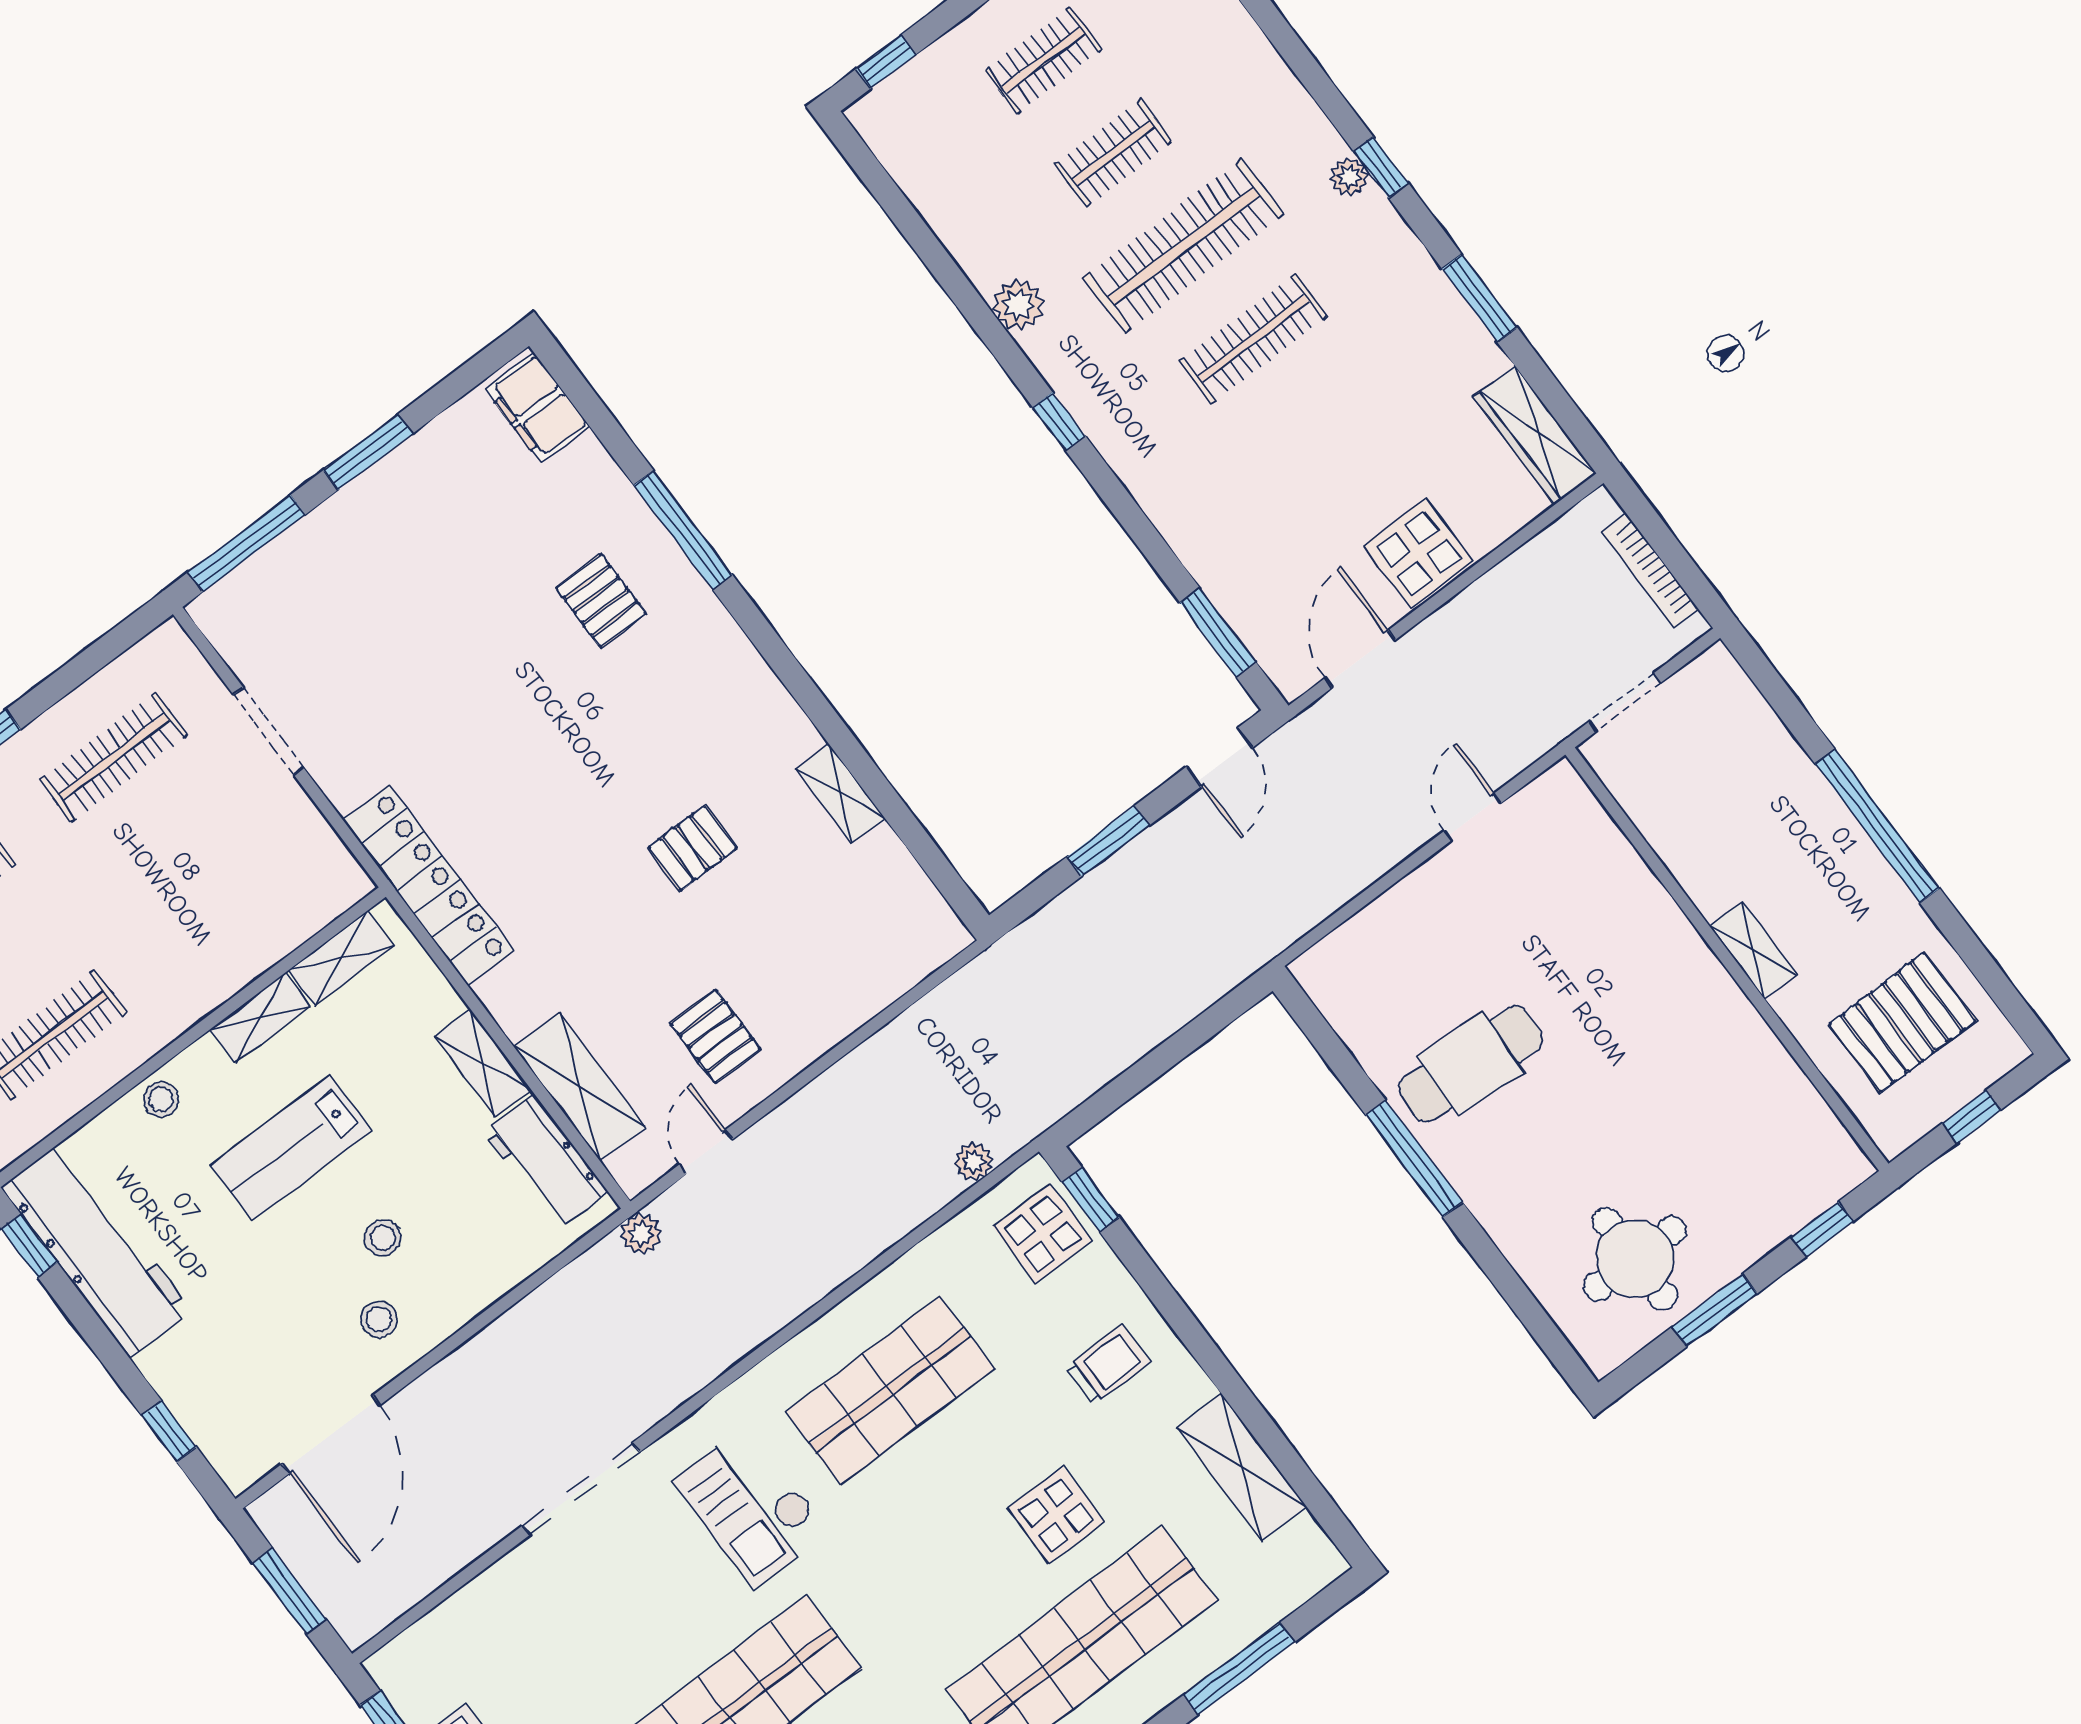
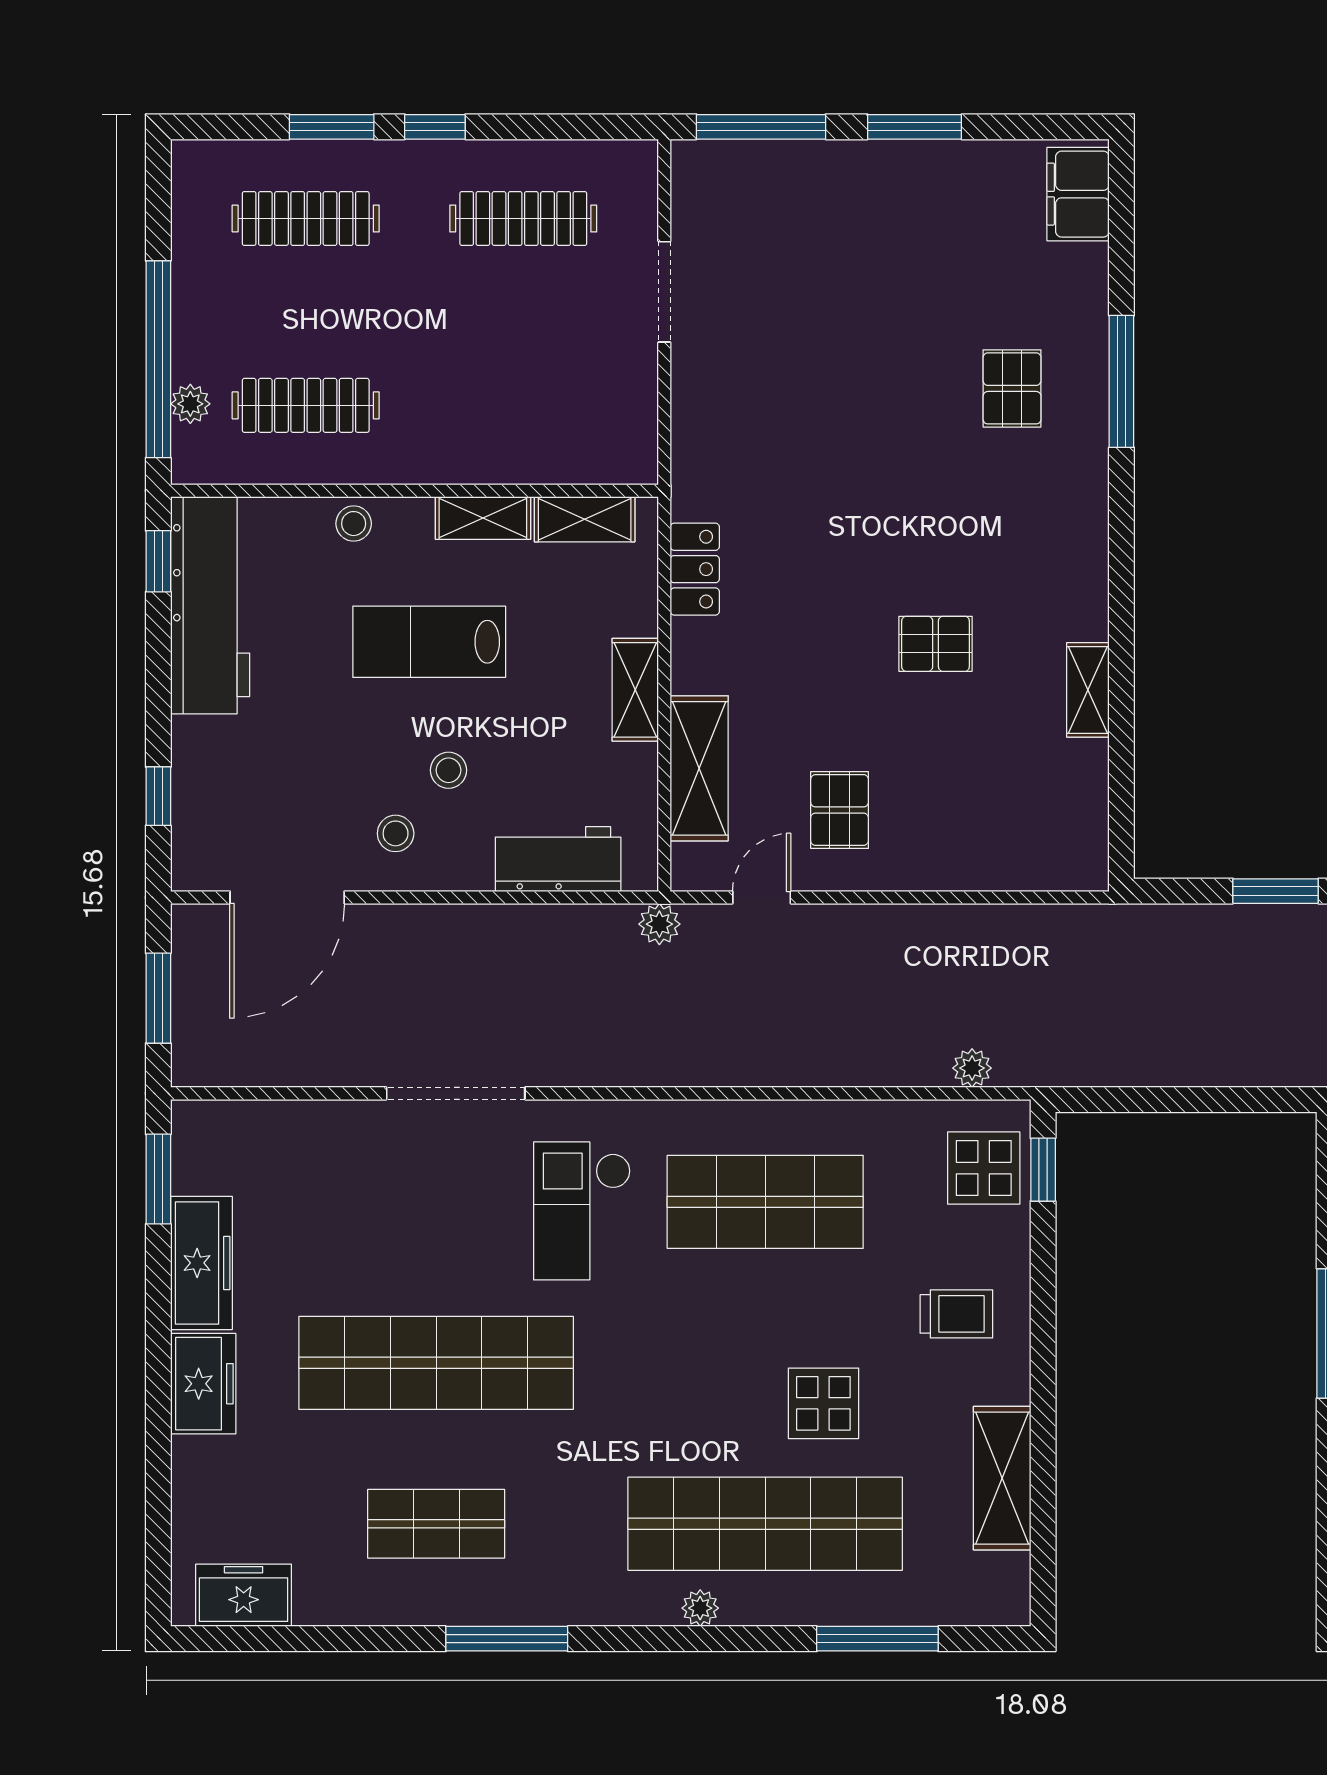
locker: (428, 885) -> (695, 569), width x0.46, depth x0.83
workbench: (546, 1162) -> (558, 859), moved, turned 90

